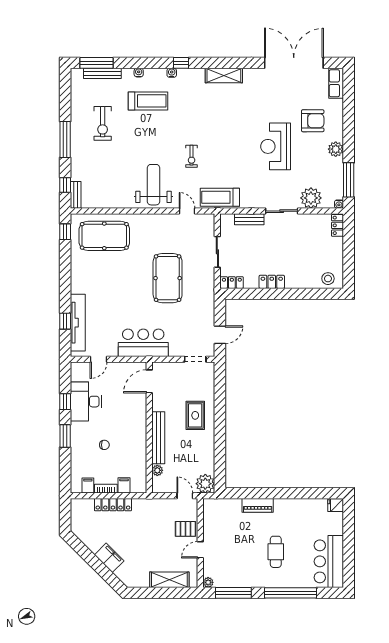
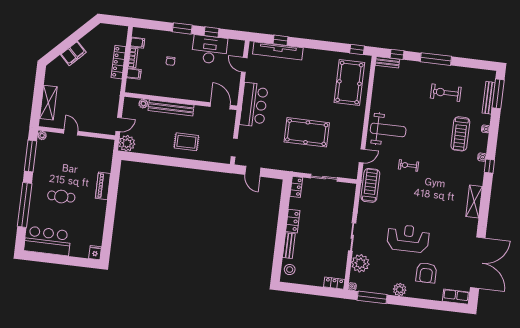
bench: (249, 219) -> (289, 246), moved
pallet: (185, 529) -> (90, 122), removed

